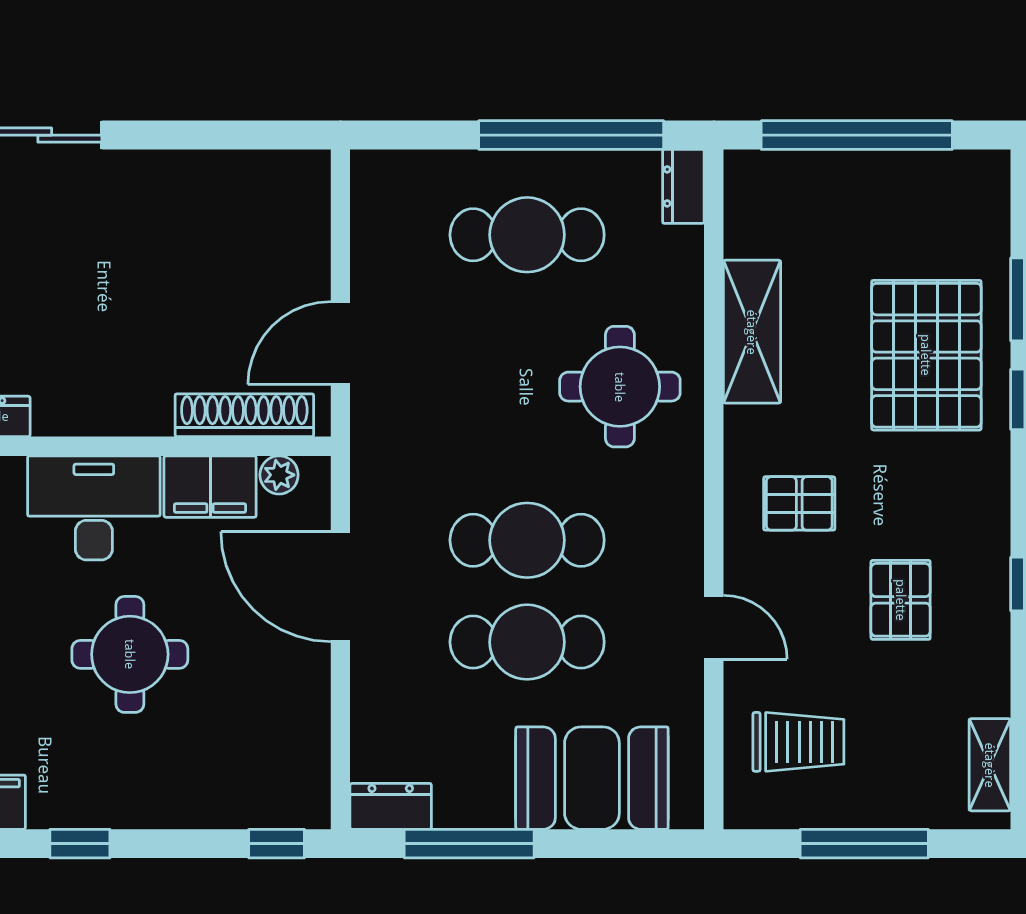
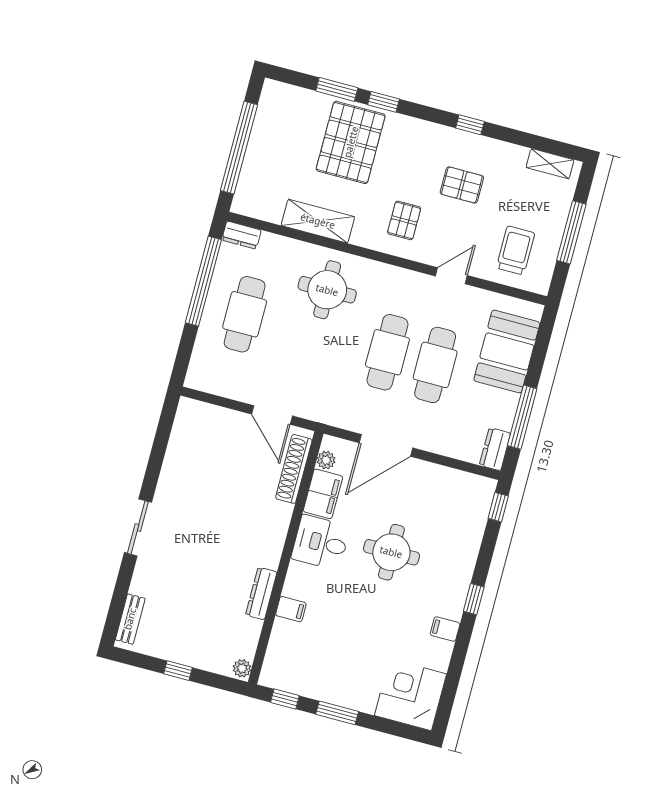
pallet: (926, 355) -> (351, 142), turned 90
desk: (94, 508) -> (321, 542), width x0.73

